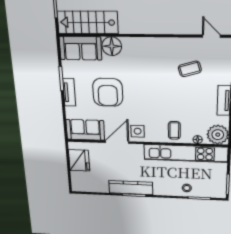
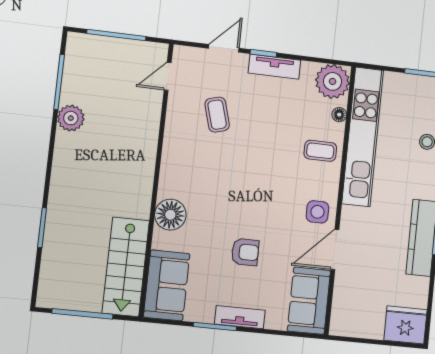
floor lamp: (112, 46) -> (170, 215), moved
armchair: (108, 92) -> (245, 252), width x0.53, depth x0.53
door: (117, 142) -> (335, 249), hinge flipped
fridge: (79, 160) -> (406, 325), moved

